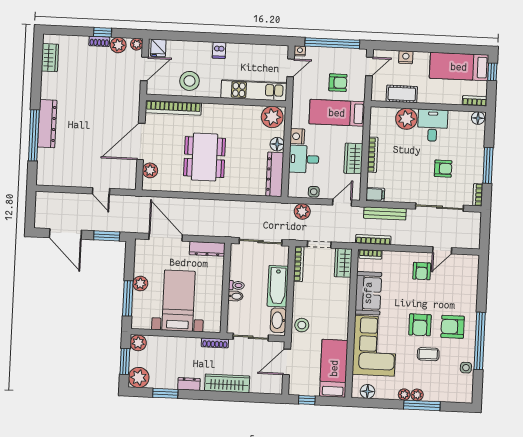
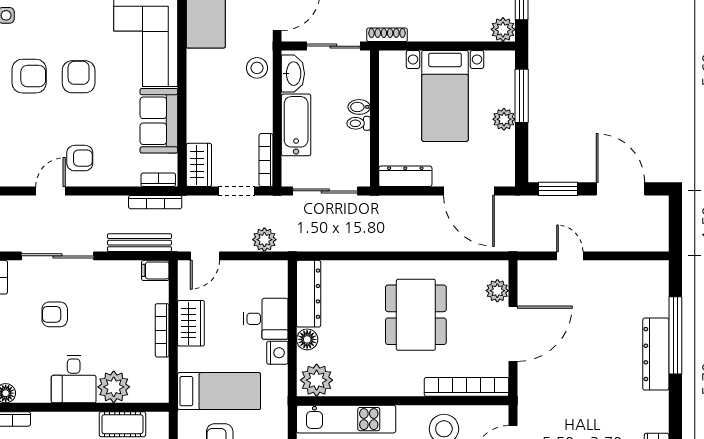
side table: (314, 192) -> (248, 270), removed
armchair: (422, 271) -> (80, 158), turned 90
coffee table: (428, 354) -> (64, 33), removed

